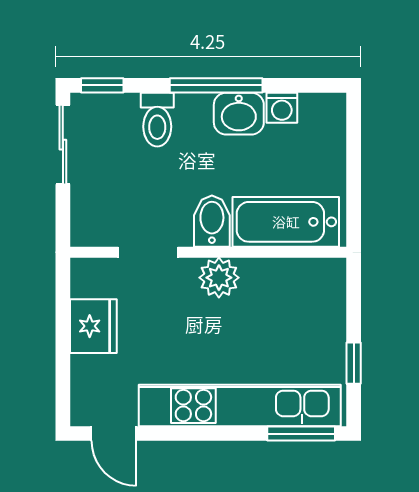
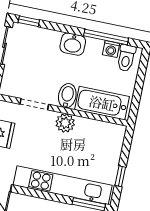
window: (216, 85) -> (106, 37), moved
washbasin: (239, 114) -> (73, 44), moved
toilet: (157, 120) -> (126, 58), moved

